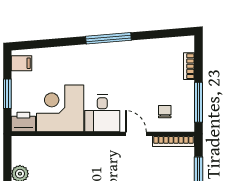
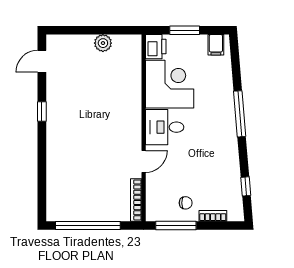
window: (160, 34) -> (246, 186), added
window: (108, 38) -> (240, 114), moved
chair: (165, 112) -> (186, 203), moved

